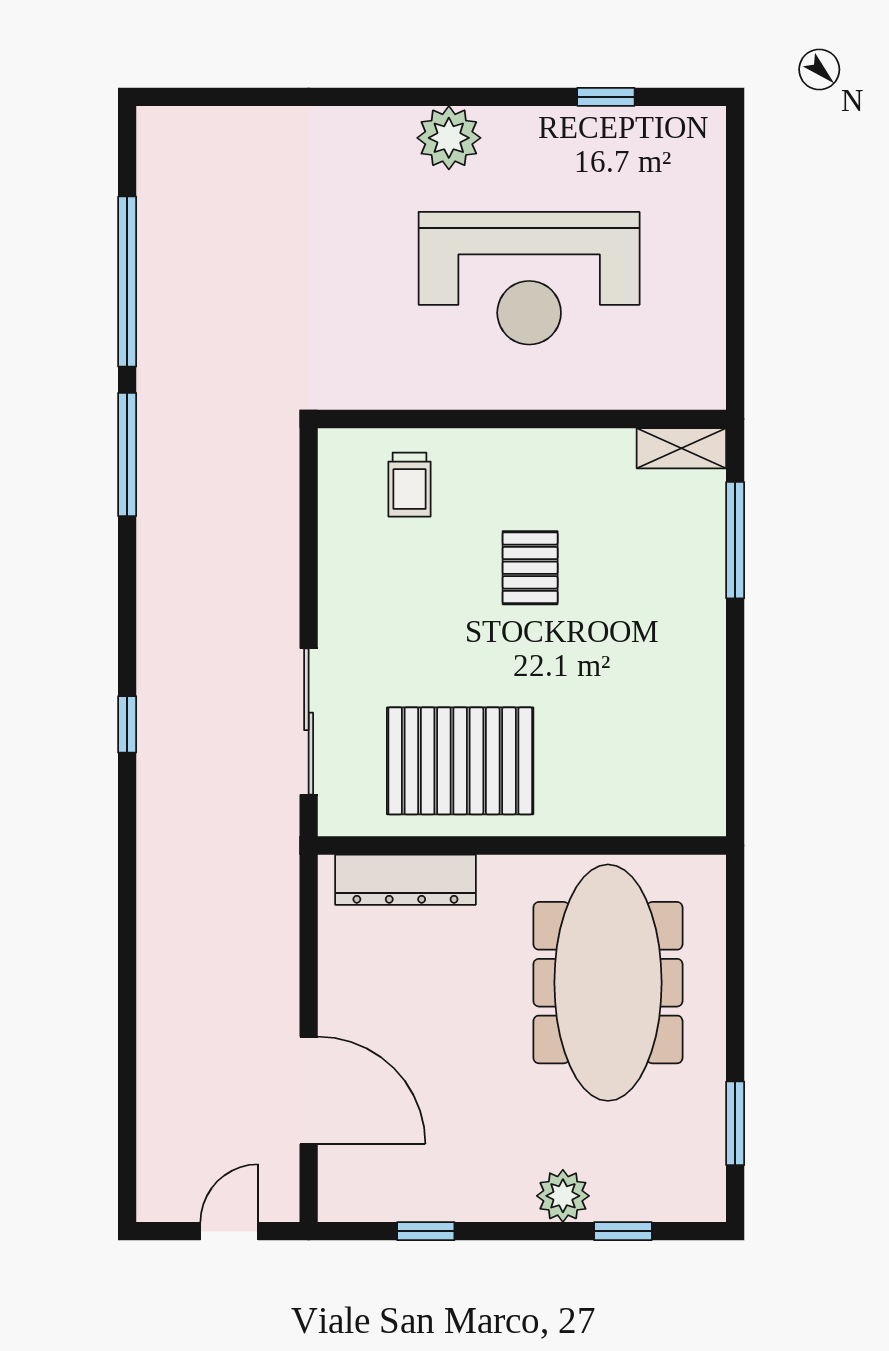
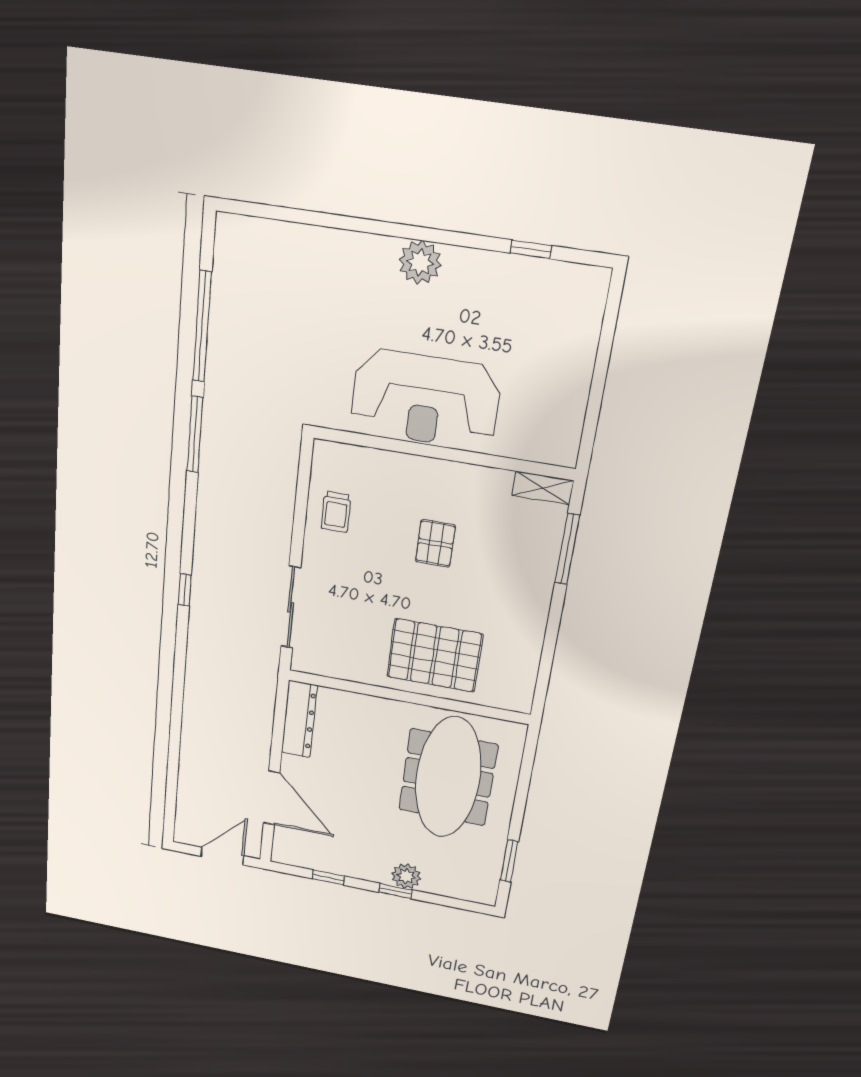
reception desk: (529, 278) -> (425, 399), moved
trolley: (410, 485) -> (336, 512), moved
pallet: (460, 761) -> (435, 655), moved
dresser: (405, 880) -> (299, 719), moved, turned -90
door: (229, 1231) -> (222, 856), width x1.38
window: (623, 1231) -> (395, 891), moved

